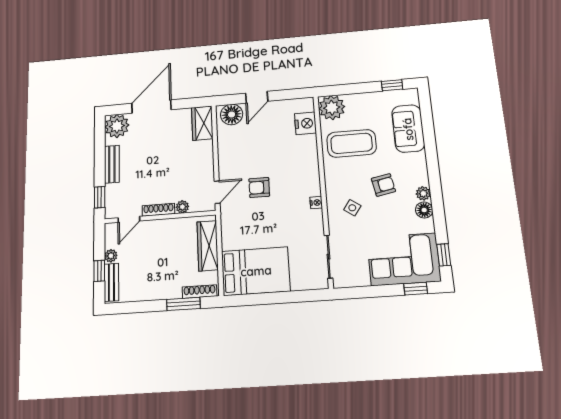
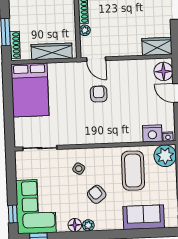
armchair: (383, 185) -> (97, 194), turned 153
nightstand: (316, 203) -> (168, 137), moved

